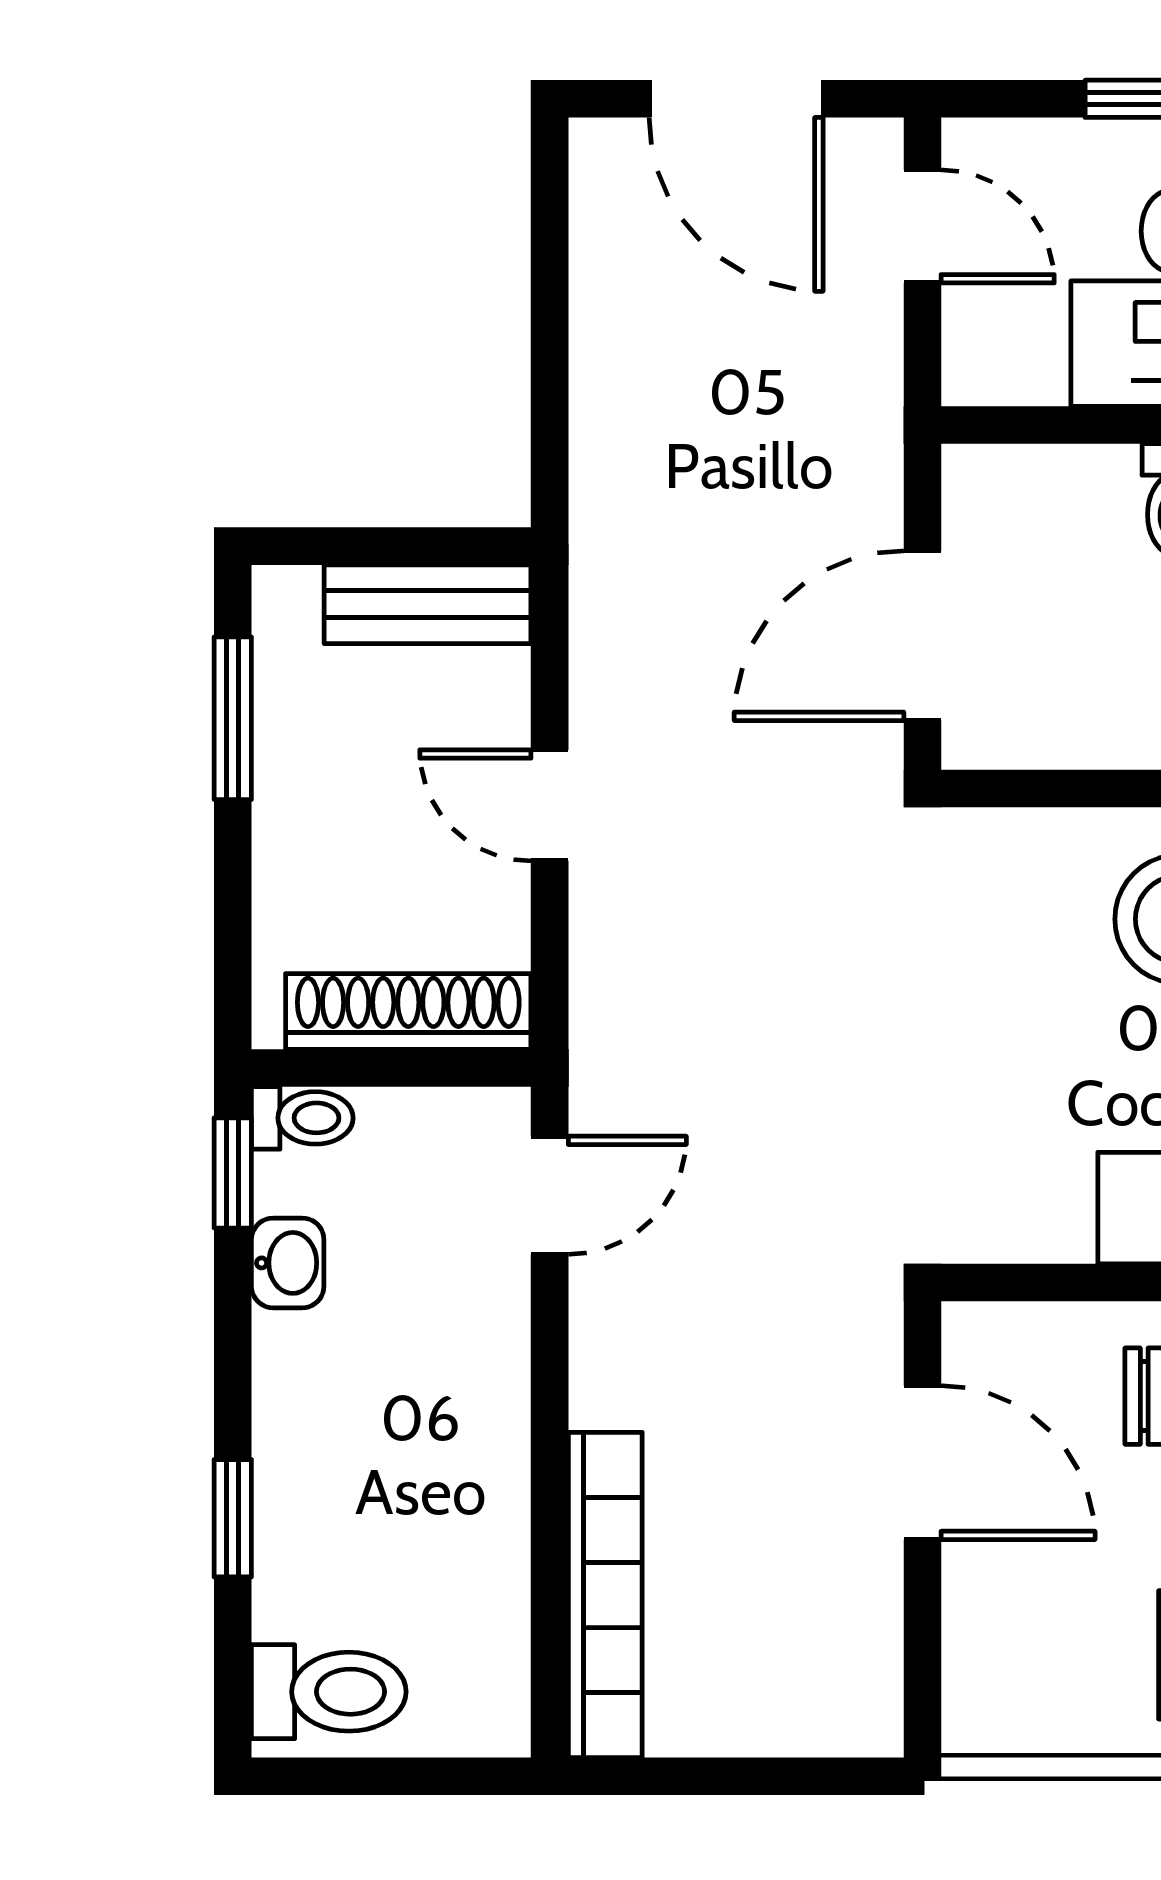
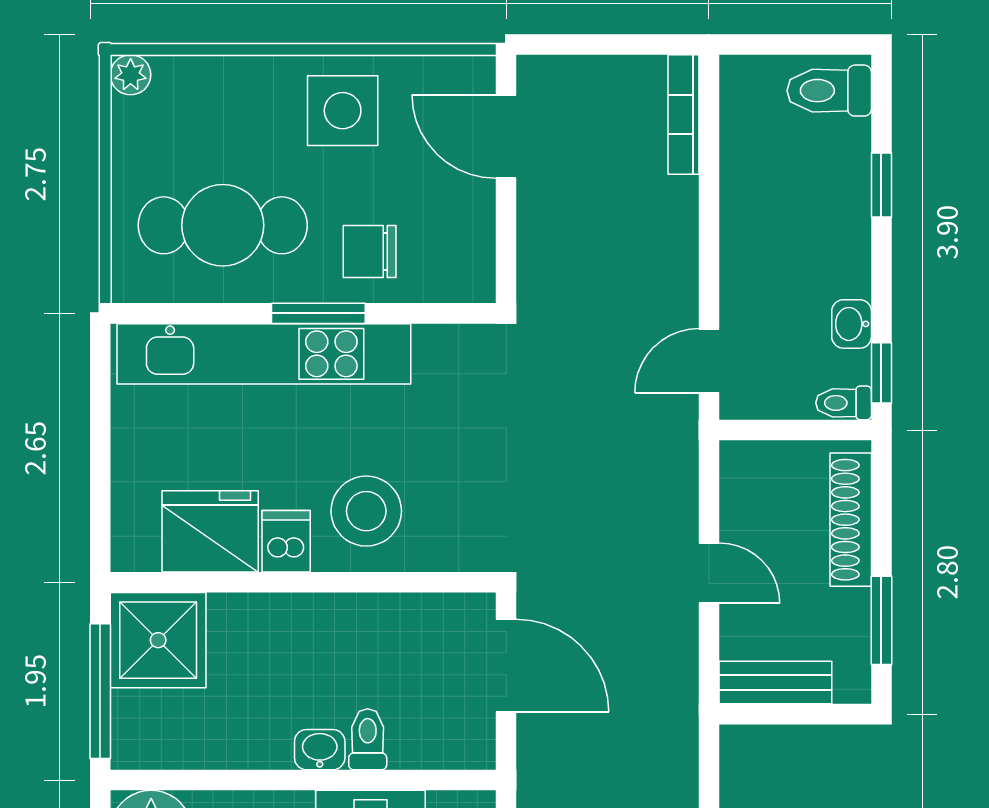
door: (922, 636) -> (506, 665), hinge flipped
shoe rack: (408, 1012) -> (851, 520), moved, turned 90
door: (922, 1463) -> (506, 137), moved
bookcase: (605, 1595) -> (683, 114), width x0.68, depth x0.76

